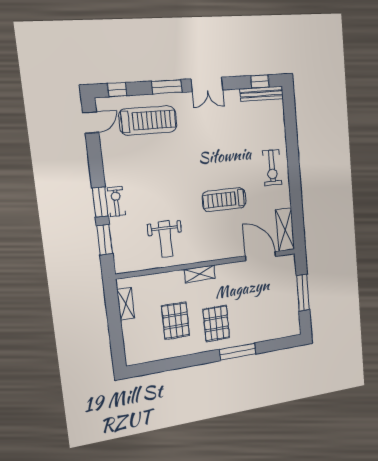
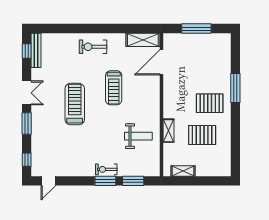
treadmill: (148, 120) -> (75, 104), moved
door: (91, 123) -> (48, 181), swing flipped
exercise bike: (272, 168) -> (93, 47), turned 180
shelving: (200, 274) -> (168, 131), moved

